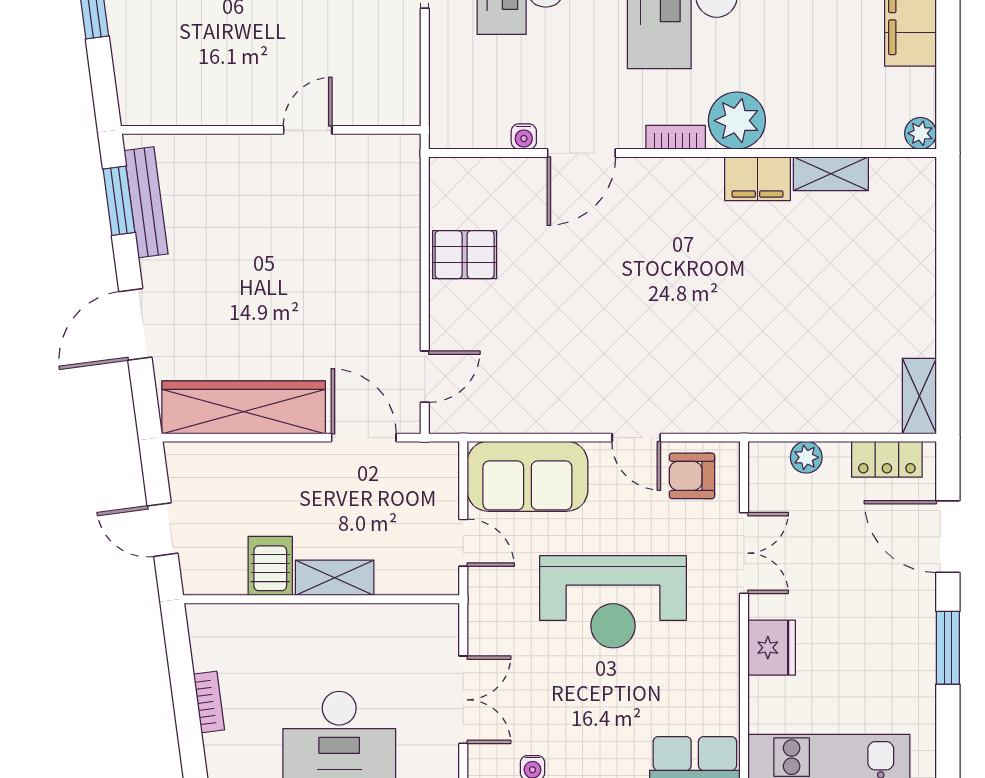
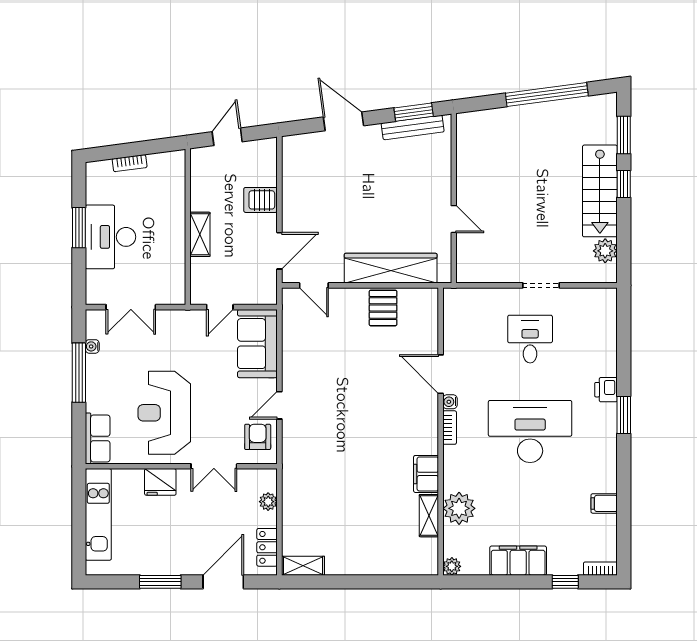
plant: (737, 121) -> (459, 508), moved
water cooler: (524, 136) -> (450, 402), moved
wardrobe: (244, 407) -> (391, 268), moved, turned -90
server rack: (270, 566) -> (261, 200), moved, turned 180
reception desk: (613, 602) -> (164, 413), moved

